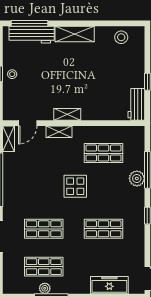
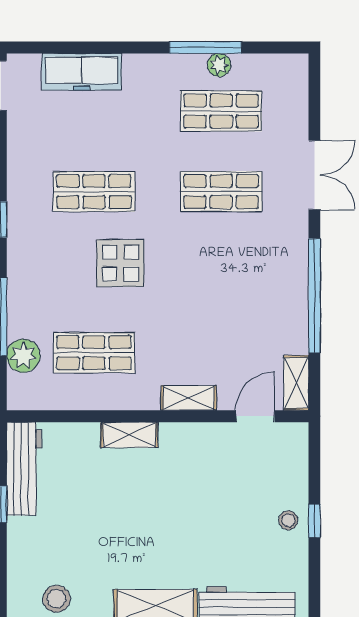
workbench: (136, 104) -> (24, 469), width x1.38
shelving: (67, 114) -> (129, 435), moved
plant: (137, 178) -> (23, 356), moved
display table: (75, 186) -> (120, 263), moved

